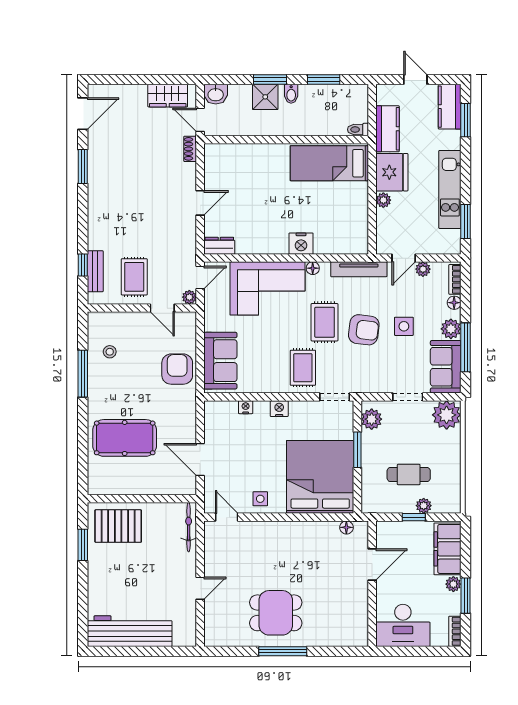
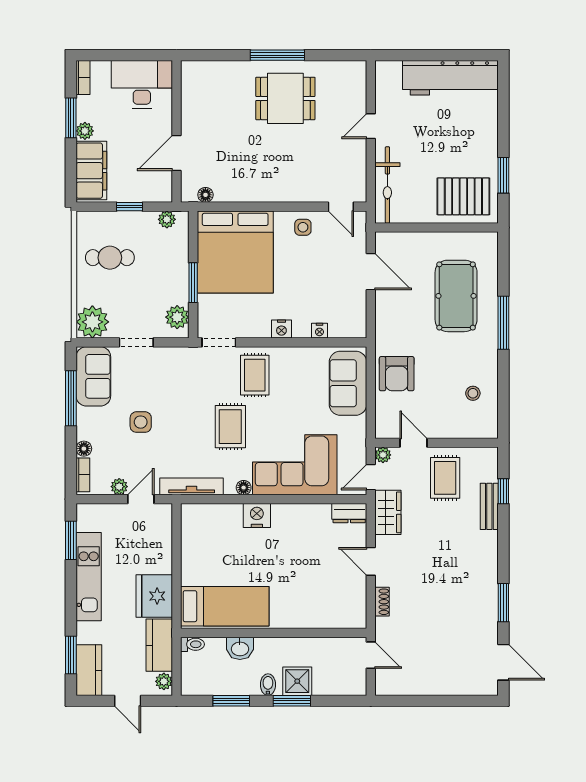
washbasin: (216, 94) -> (240, 648), moved, turned 180
wardrobe: (168, 96) -> (388, 512), moved, turned 90
door: (83, 114) -> (503, 662), swing flipped
shoe rack: (190, 149) -> (382, 602), moved
plant: (383, 200) -> (164, 681), moved
door: (200, 203) -> (371, 561), hinge flipped
bench: (95, 271) -> (489, 506), moved
plant: (451, 329) -> (87, 419), removed
armchair: (364, 330) -> (186, 418), removed
window: (83, 374) -> (503, 323), moved
pool table: (125, 438) -> (456, 296), turned 90
cafe table: (409, 475) -> (110, 258), moved
plant: (424, 506) -> (167, 219), moved
bicycle: (189, 527) -> (387, 185), width x1.37, depth x1.40

